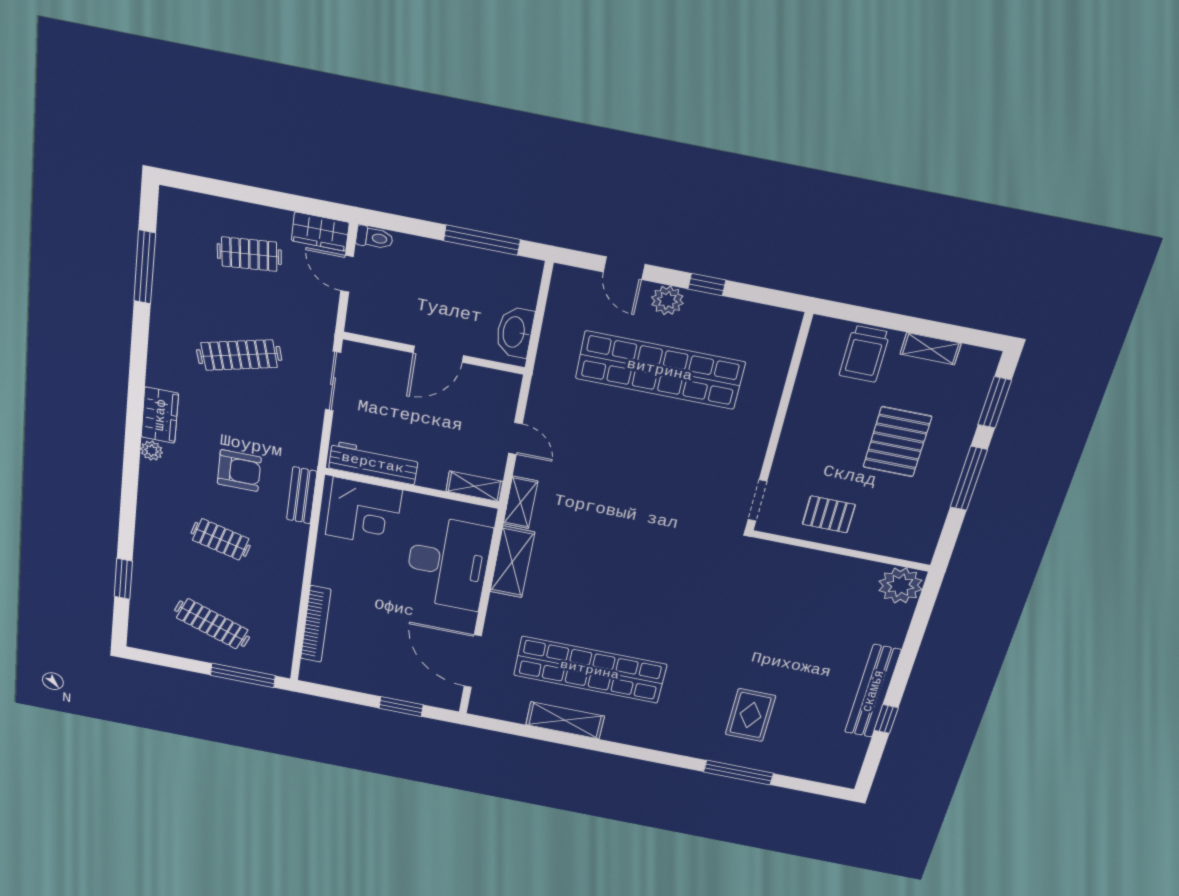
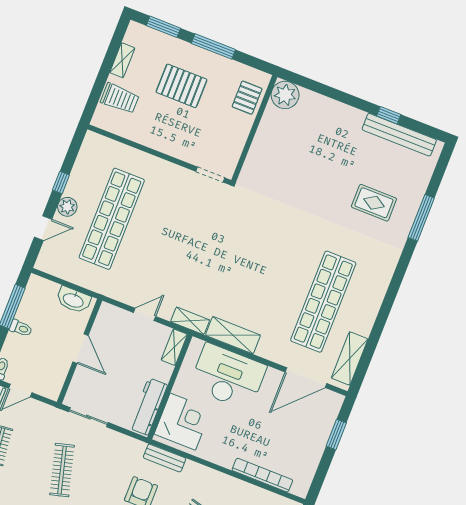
toilet: (449, 259) -> (21, 328), added
pallet: (829, 514) -> (247, 98), moved
bench: (873, 691) -> (399, 135), moved
shelving: (565, 720) -> (350, 359), moved

